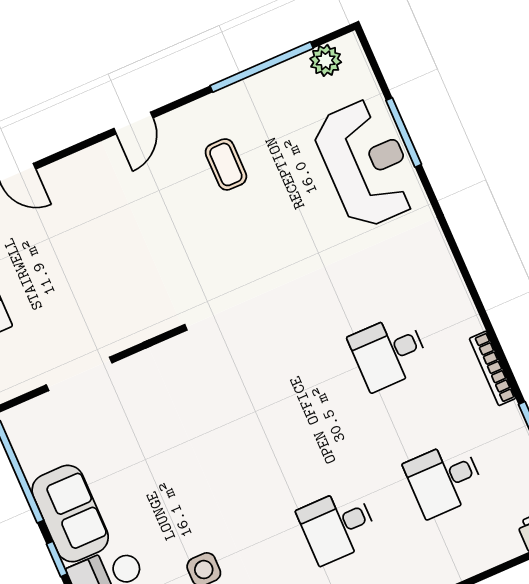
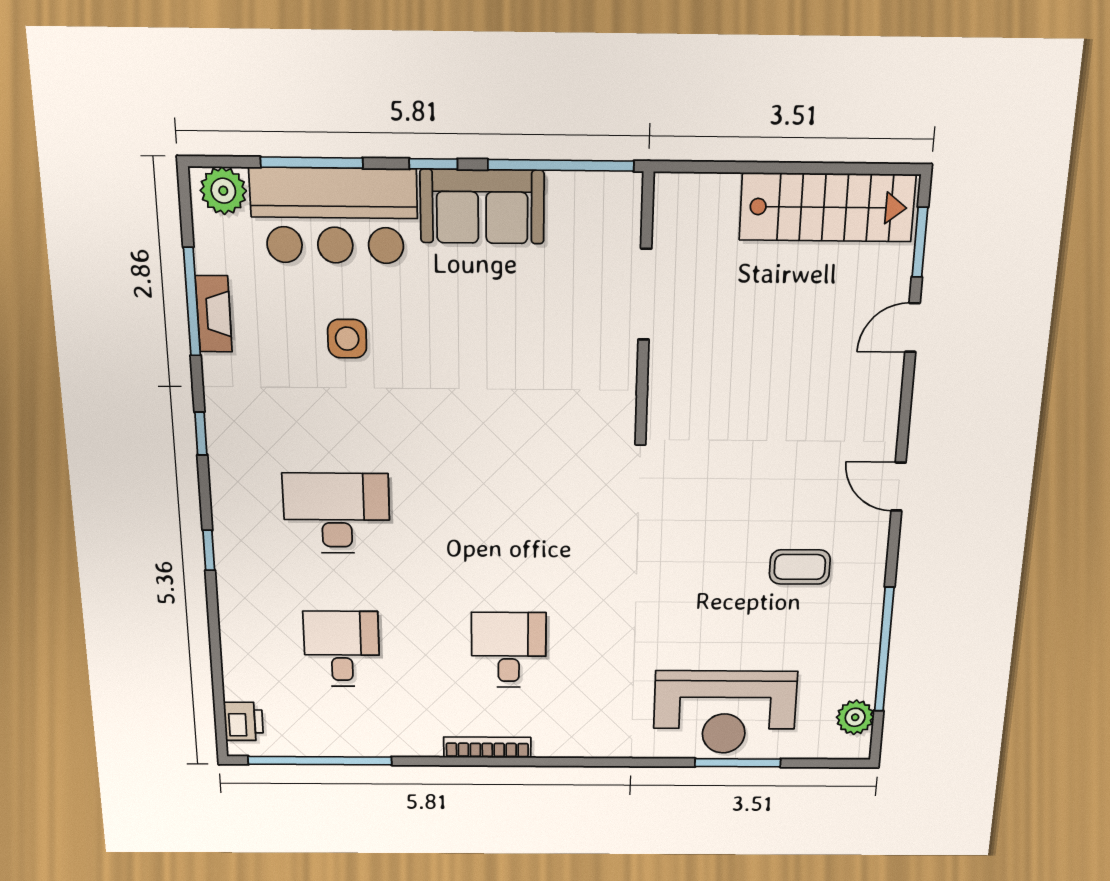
bookcase: (492, 368) -> (487, 747), moved
desk: (338, 526) -> (336, 513), width x1.37

